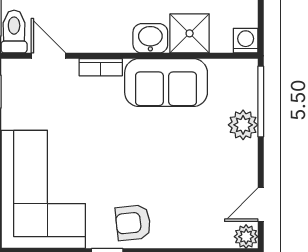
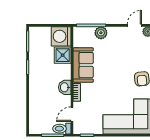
washbasin: (150, 38) -> (65, 87), moved
washing machine: (246, 41) -> (61, 36), width x1.89, depth x1.89
door: (261, 205) -> (134, 25), swing flipped

